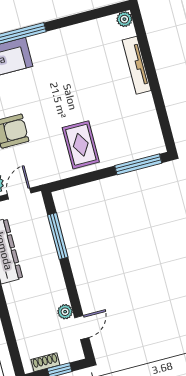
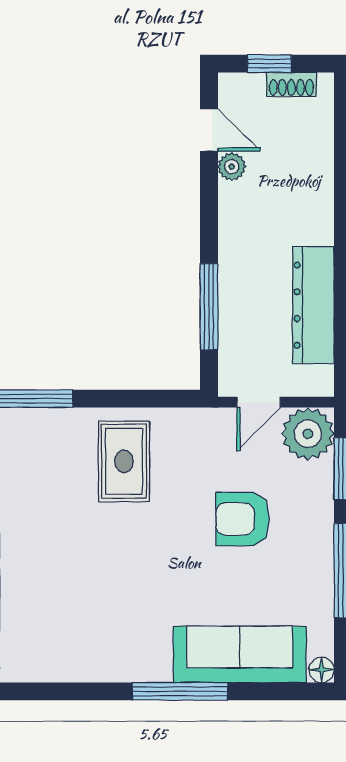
door: (82, 328) -> (209, 130), swing flipped

